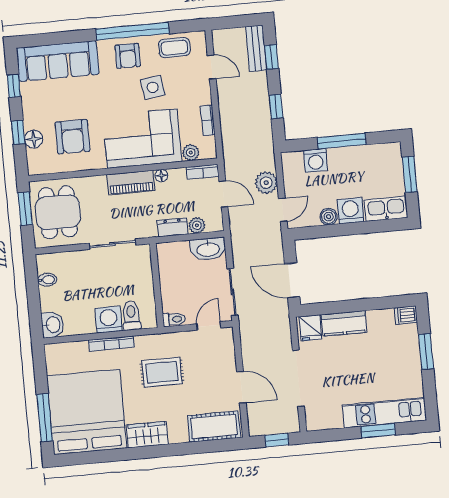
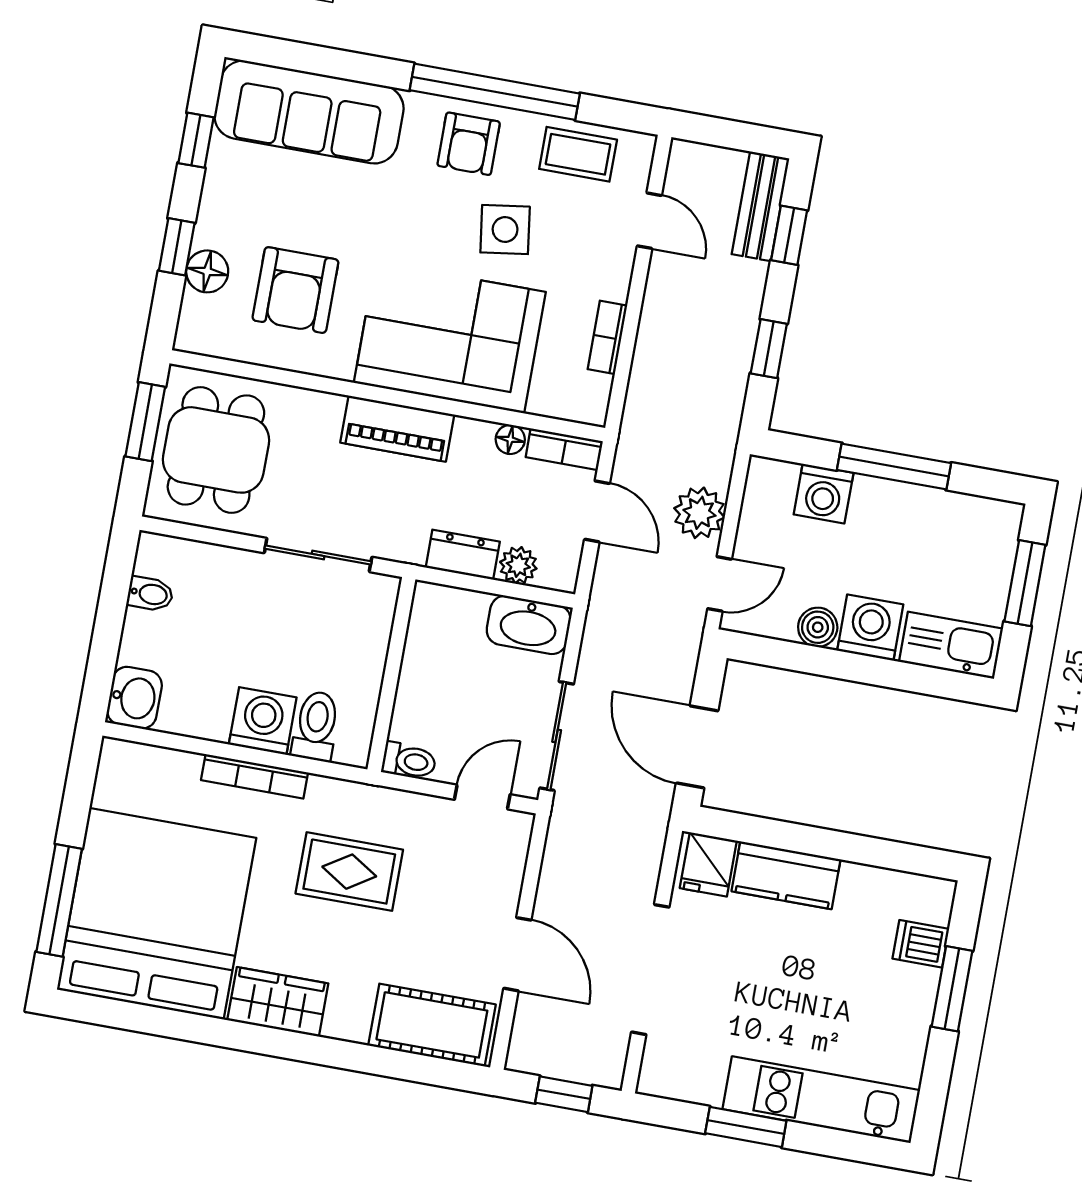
plant: (191, 153) -> (550, 399), removed
floor lamp: (161, 176) -> (510, 439), moved
dishwasher: (406, 315) -> (921, 944), moved
window: (378, 431) -> (746, 1127), moved

